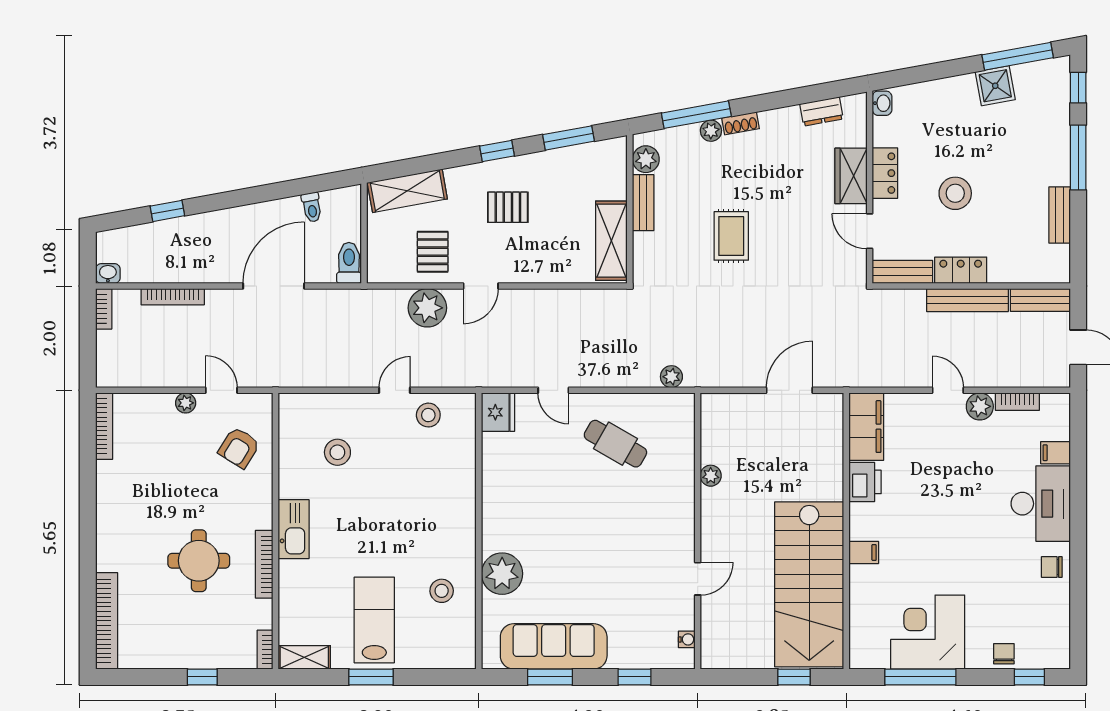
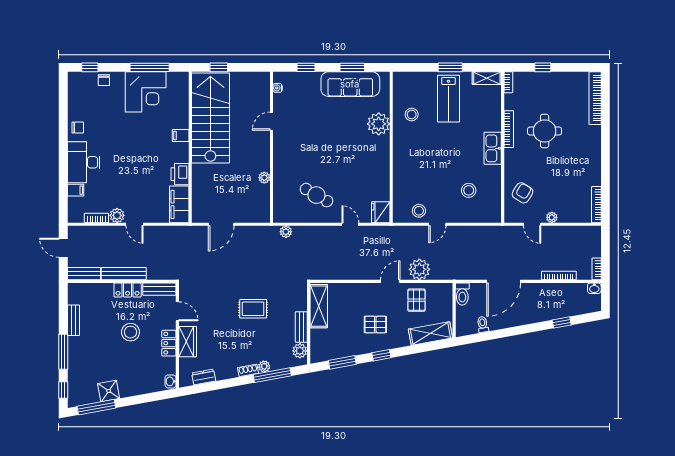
rug: (731, 236) -> (253, 309), turned 90

